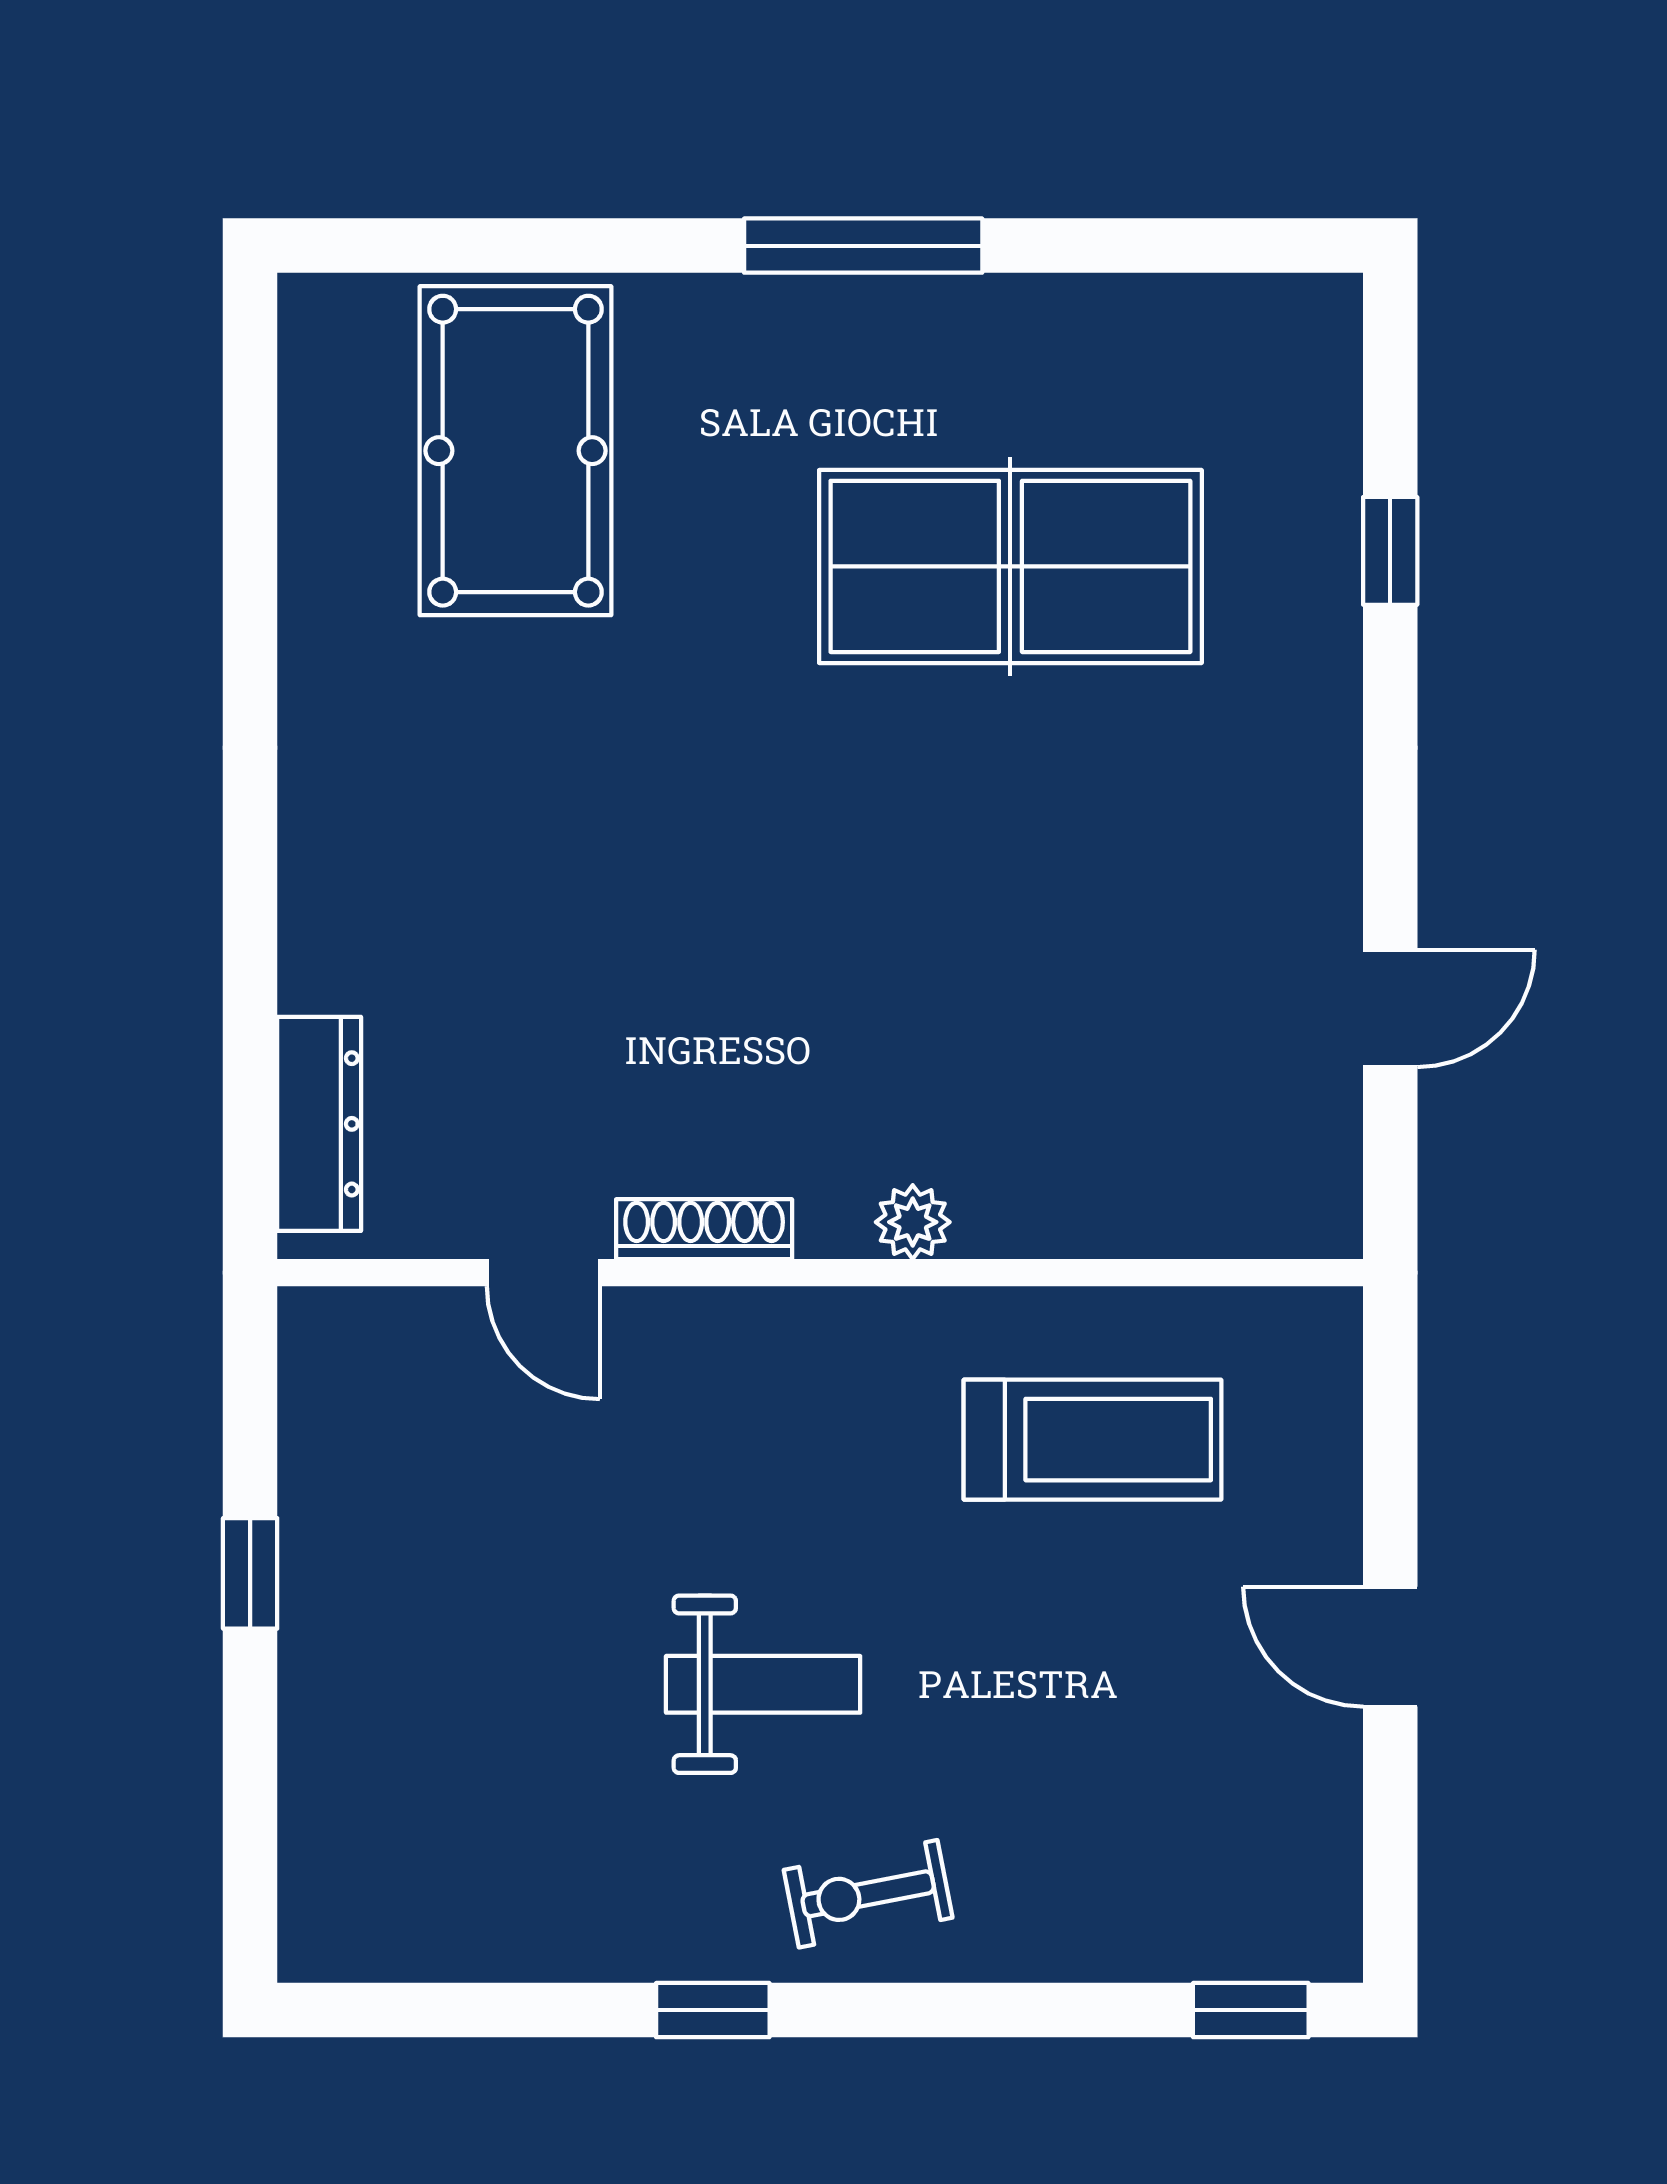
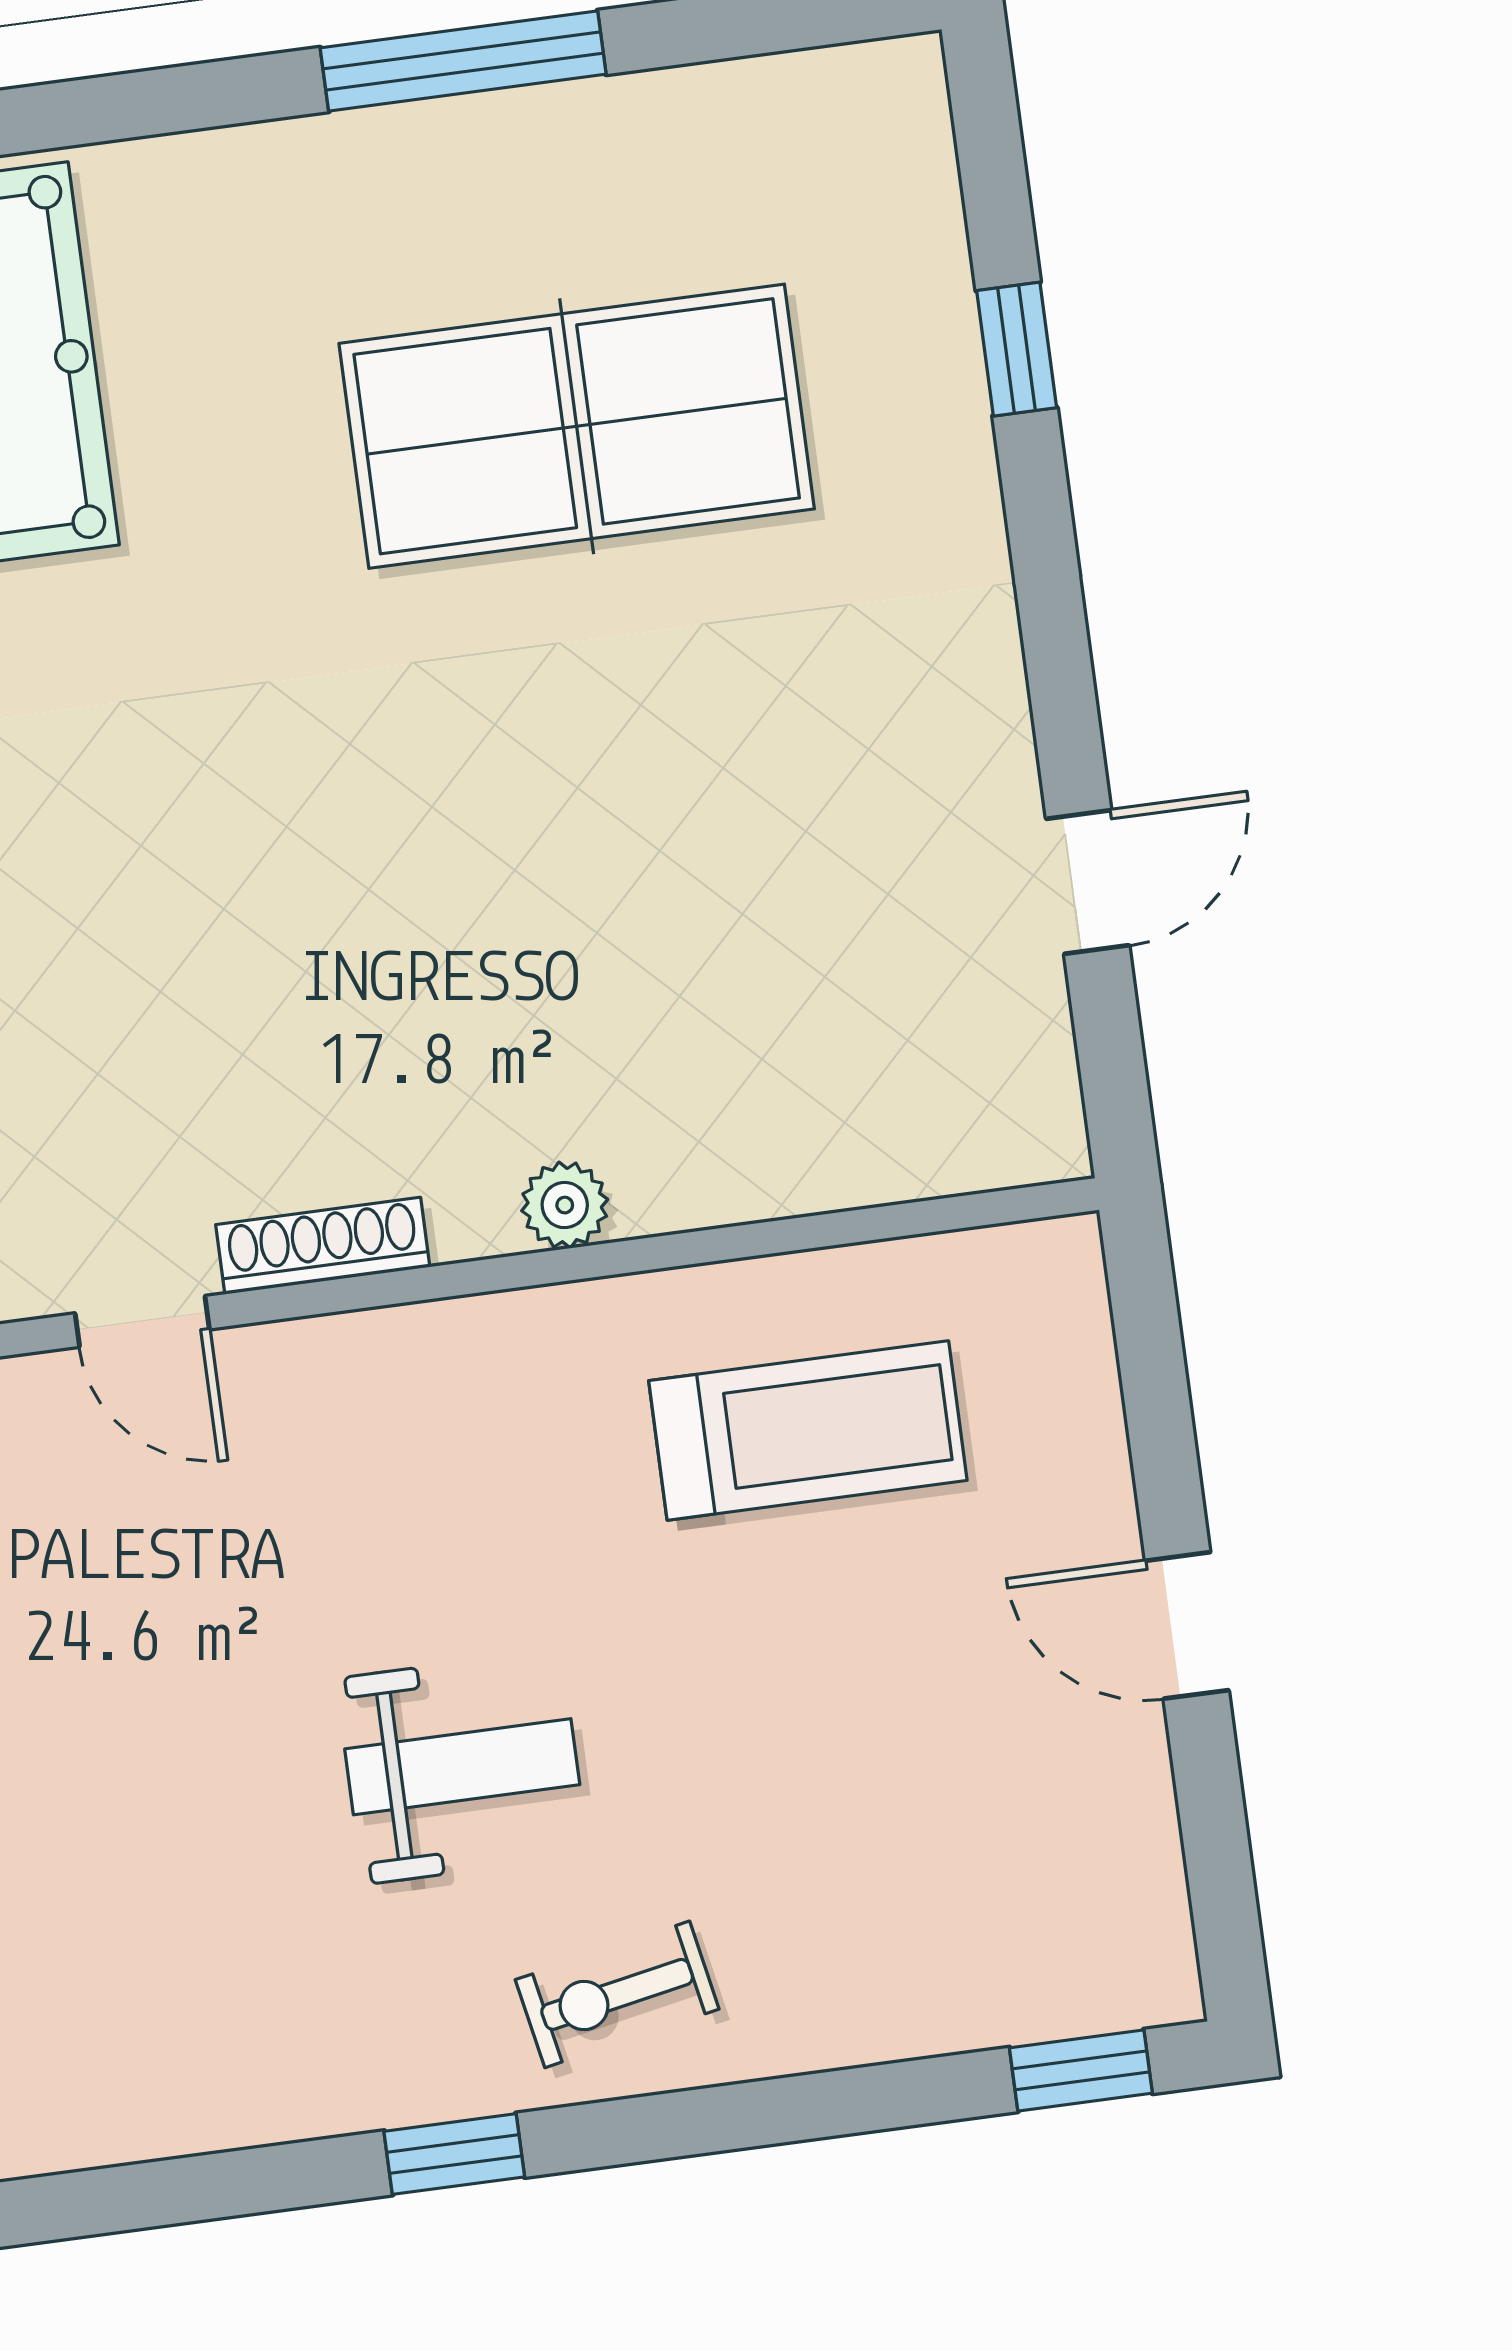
window: (863, 246) -> (463, 61), moved

